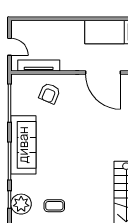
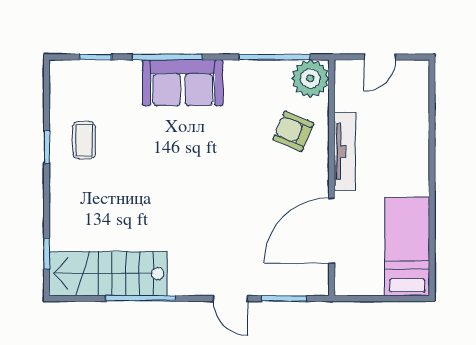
tv unit: (39, 66) -> (345, 151), moved
sofa: (23, 145) -> (183, 83), width x0.73
plant: (21, 204) -> (310, 78), moved

